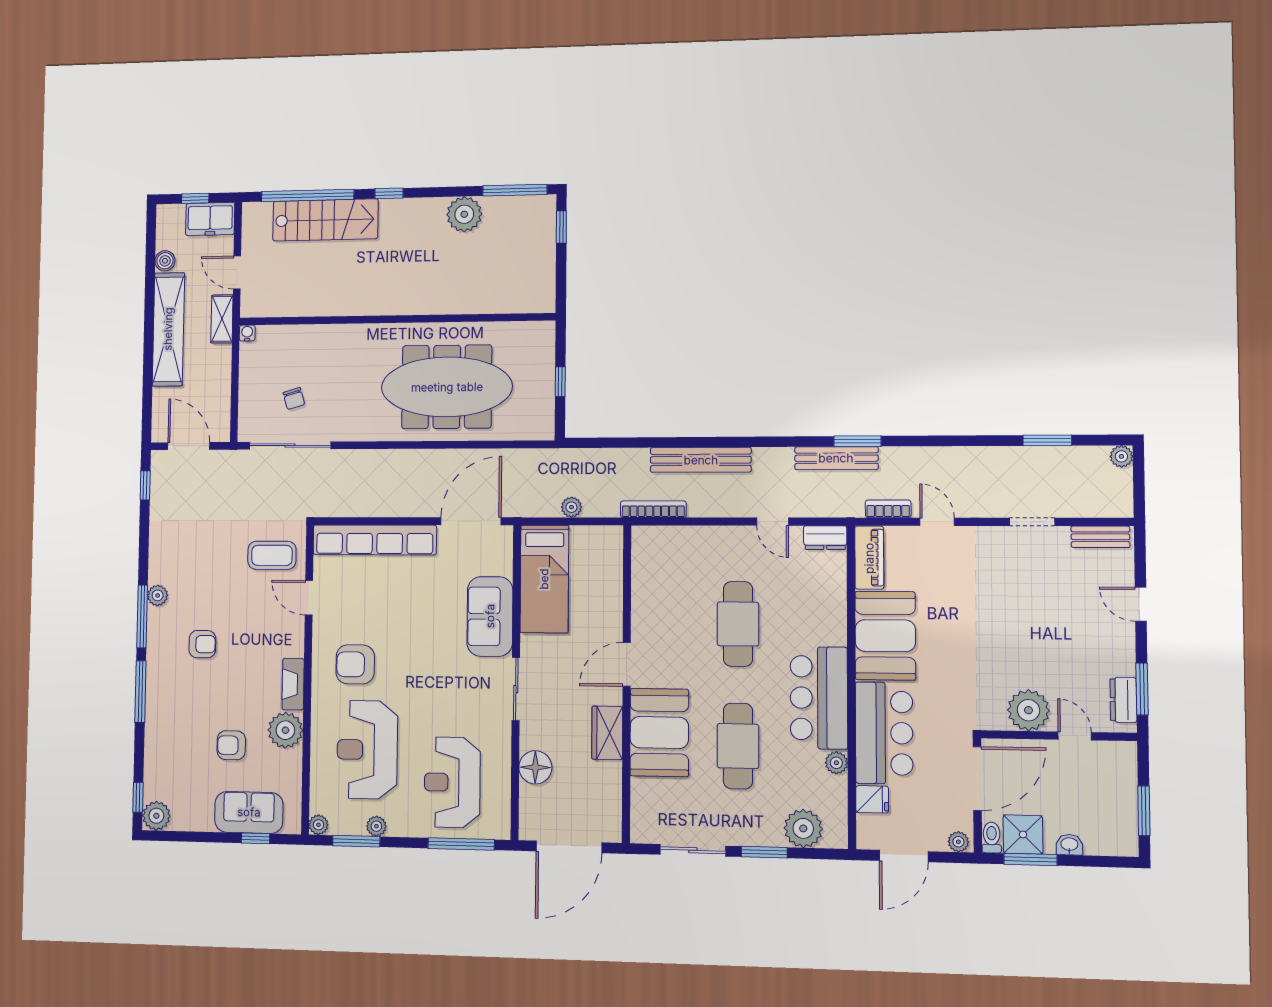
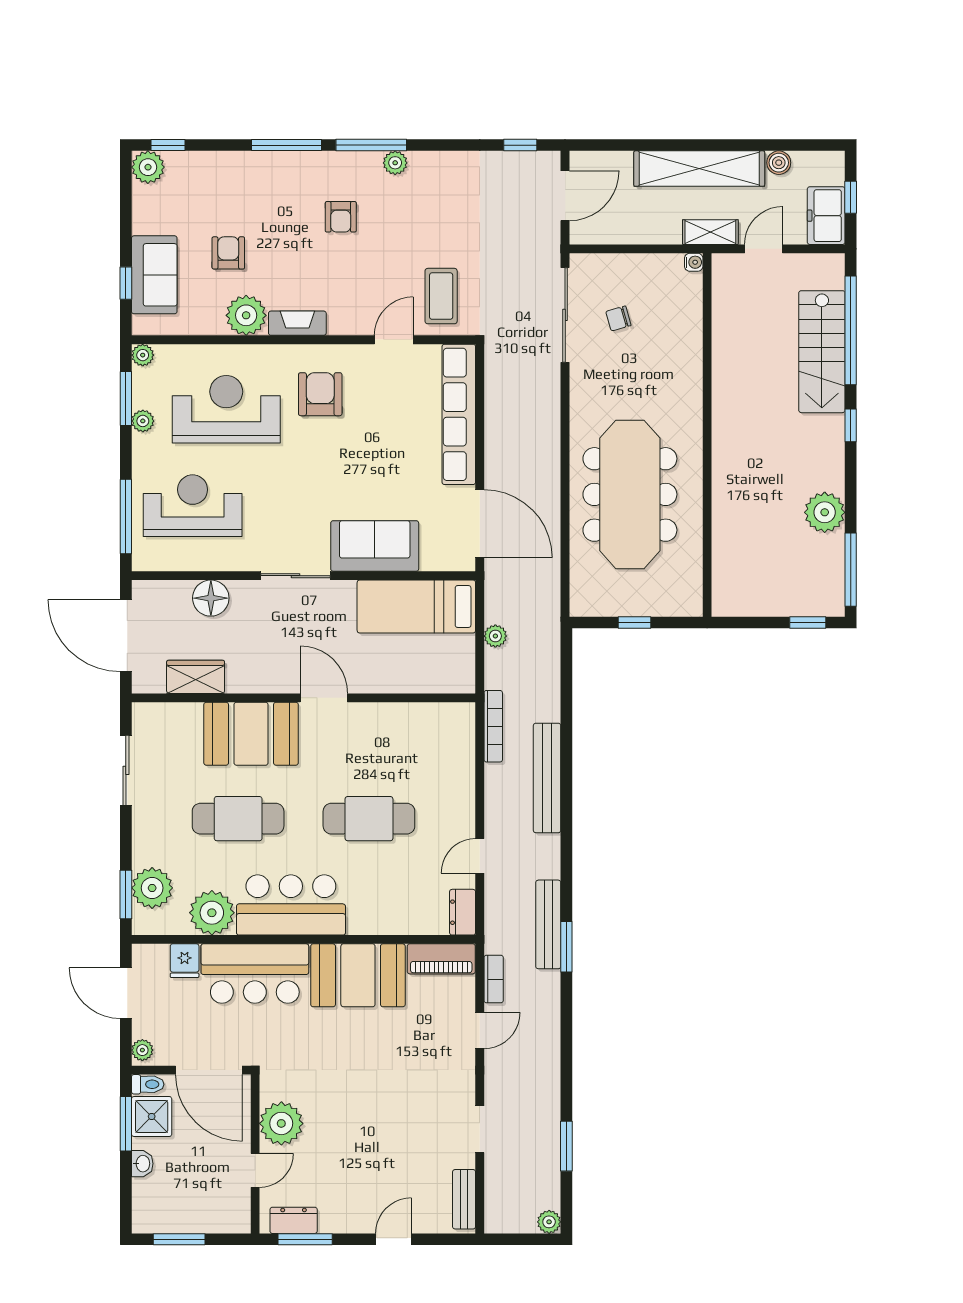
wardrobe: (607, 733) -> (196, 677), moved
plant: (836, 763) -> (212, 913), width x1.88, depth x1.88
window: (764, 852) -> (126, 895), moved

